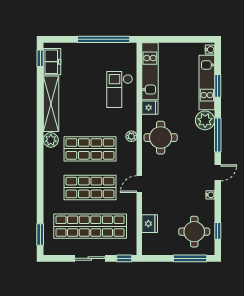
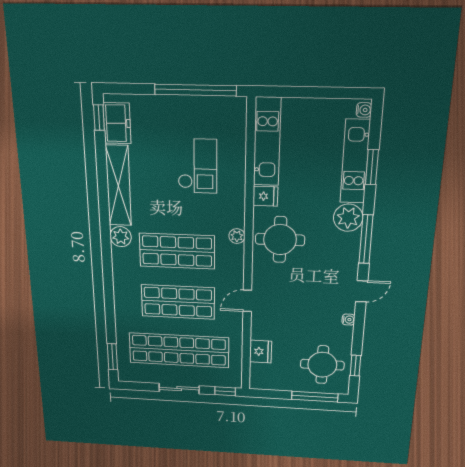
checkout: (120, 90) -> (197, 166), moved, turned 180

